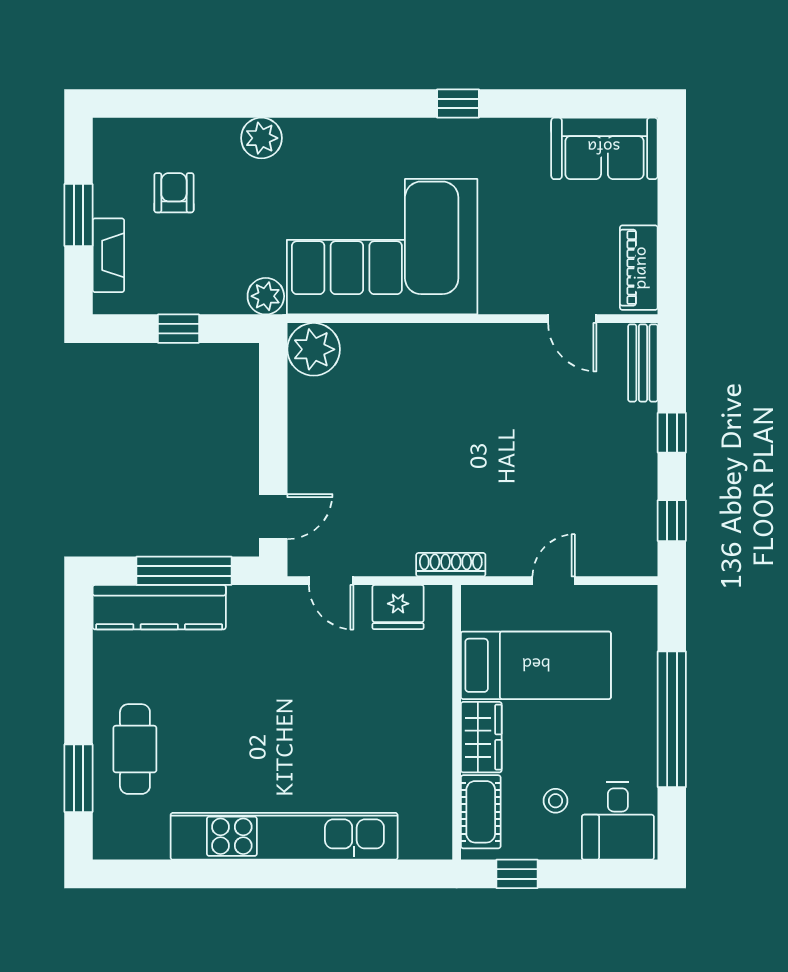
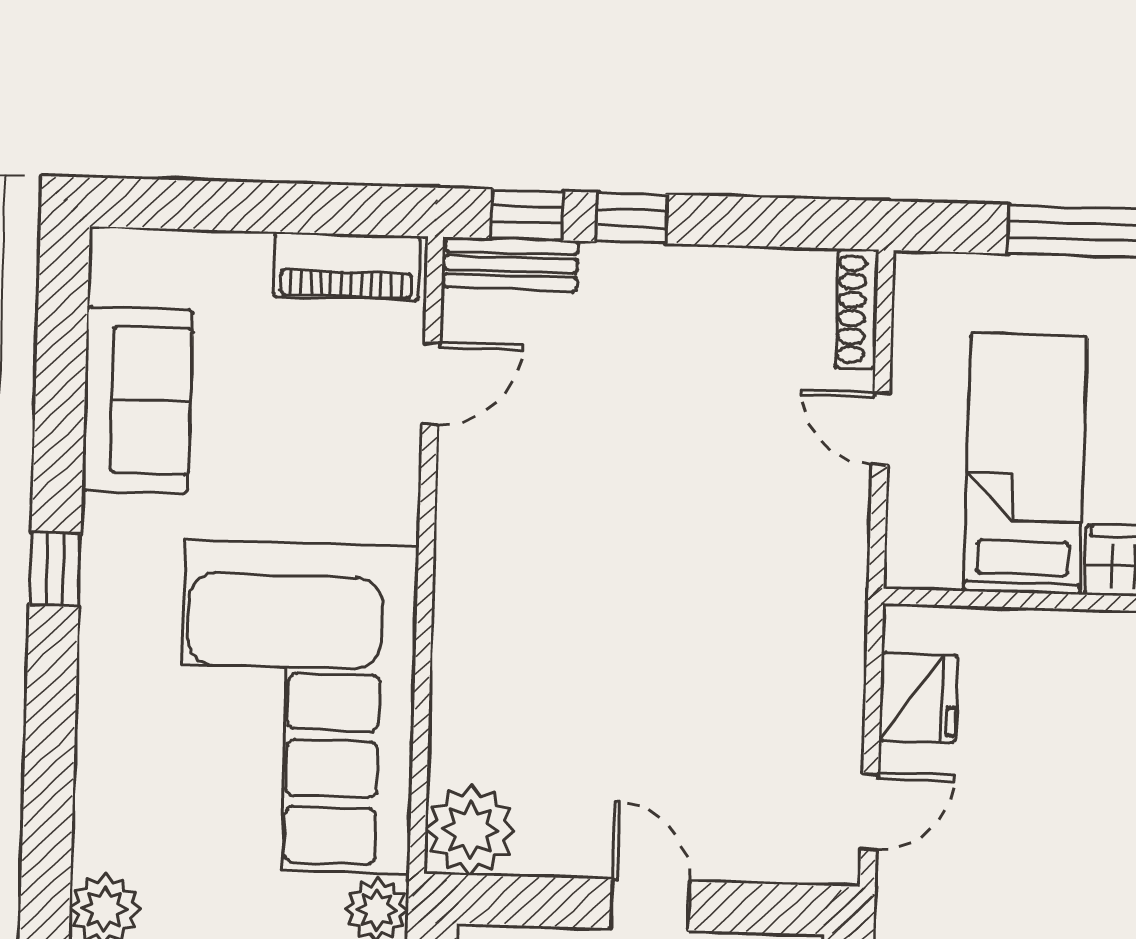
sofa: (604, 148) -> (137, 400), moved
door: (273, 517) -> (650, 905), moved
window: (672, 521) -> (527, 215), moved
shoe rack: (451, 565) -> (857, 309), moved

